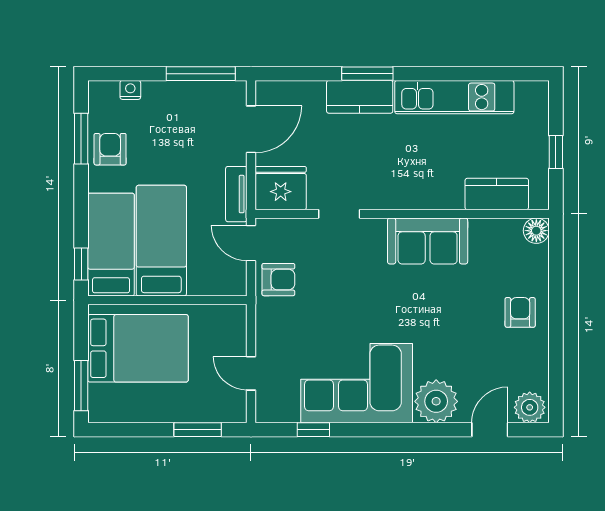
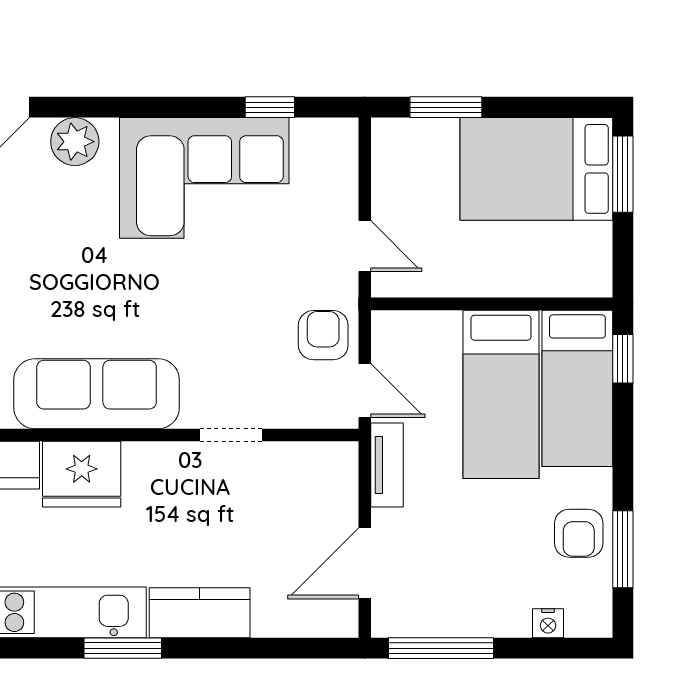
window: (367, 74) -> (123, 648), moved
fridge: (281, 188) -> (82, 474), moved
sofa: (428, 241) -> (97, 394), width x1.36
armchair: (278, 280) -> (323, 335), turned 90
bed: (138, 348) -> (536, 169), moved
door: (251, 373) -> (365, 246), moved
plant: (436, 401) -> (75, 142), width x0.73, depth x0.73

